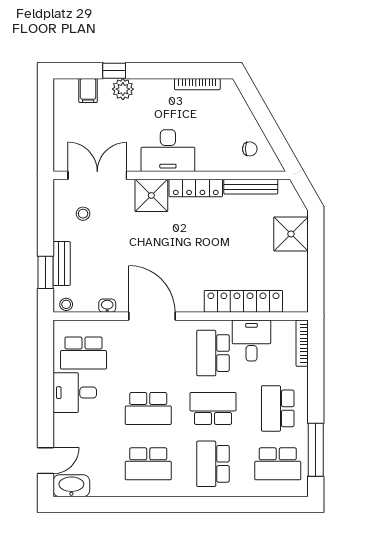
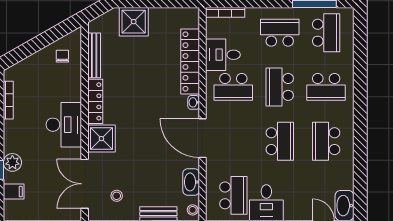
washbasin: (107, 306) -> (191, 182), width x1.91, depth x1.45
washbasin: (195, 306) -> (194, 102), added
door: (152, 316) -> (202, 138), hinge flipped
school desk: (278, 408) -> (280, 33), turned 180
school desk: (148, 464) -> (326, 141), turned 180

